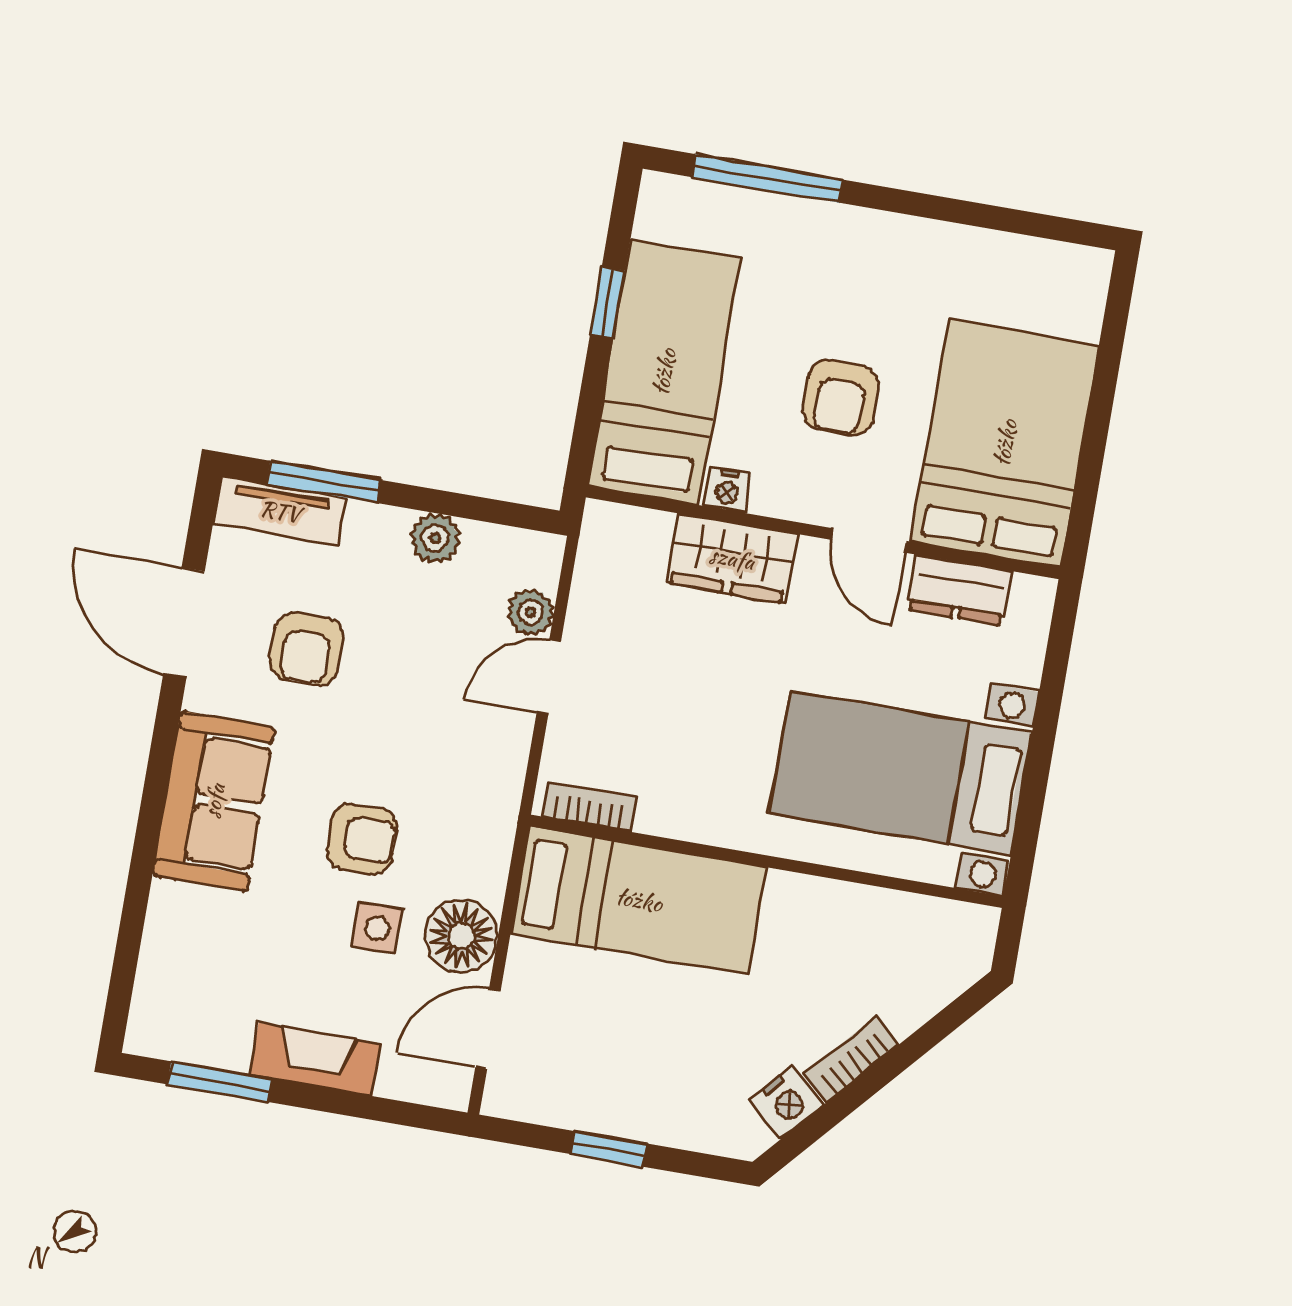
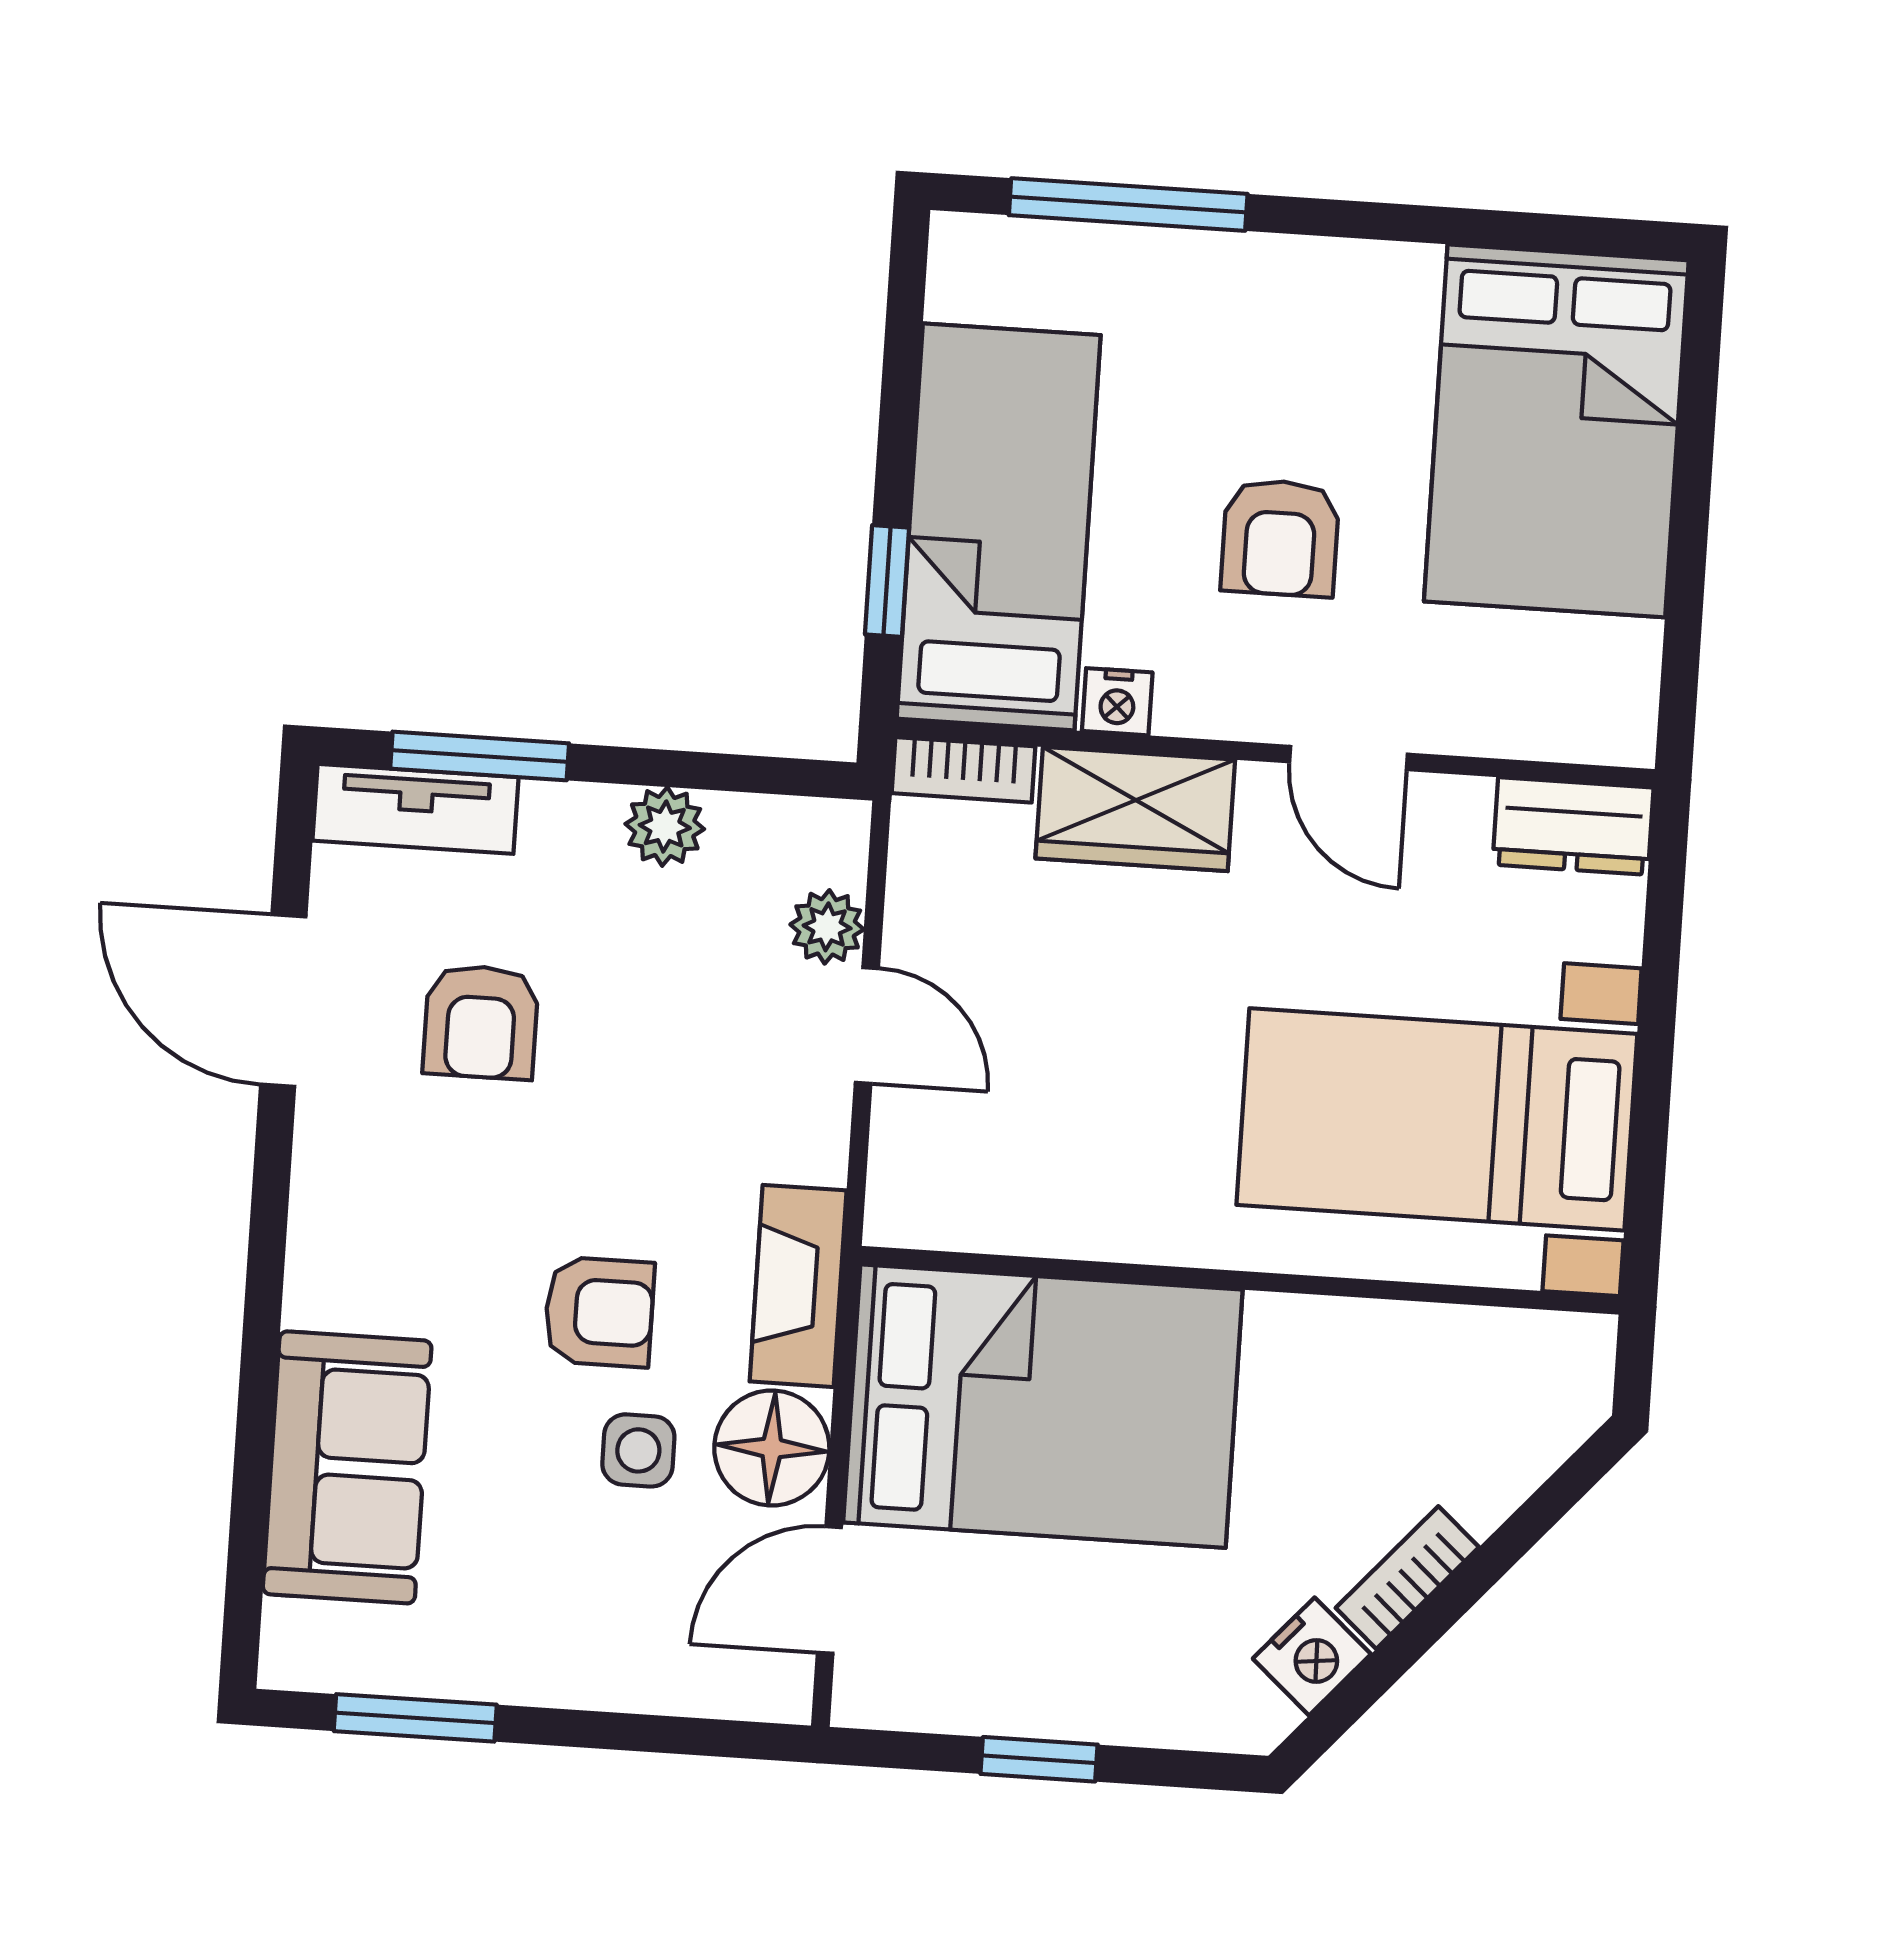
window: (608, 303) -> (887, 581), moved
bed: (1005, 443) -> (1556, 431), moved, turned 180
dresser: (959, 590) -> (1573, 826), moved
door: (549, 677) -> (867, 1026), swing flipped
sofa: (214, 801) -> (347, 1467), moved
bookcase: (590, 807) -> (964, 770), moved, turned 180
bed: (639, 900) -> (1043, 1406), width x1.50
fireplace: (315, 1059) -> (798, 1286), moved, turned -90

